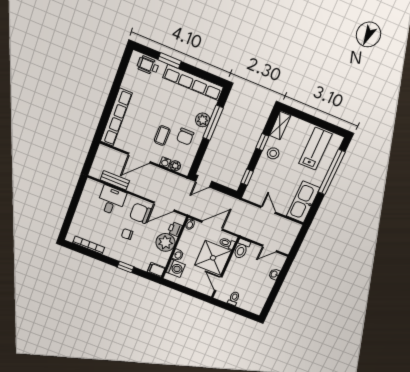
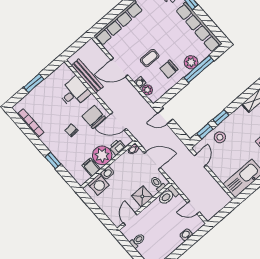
window: (262, 142) -> (221, 117), moved
stool: (273, 153) -> (220, 137), moved
bench: (115, 180) -> (87, 76), width x1.36
window: (72, 210) -> (34, 83), added
door: (268, 210) -> (200, 160), moved
shower: (213, 258) -> (142, 196), width x0.54, depth x0.54
filing cabinet: (156, 270) -> (91, 167), moved

